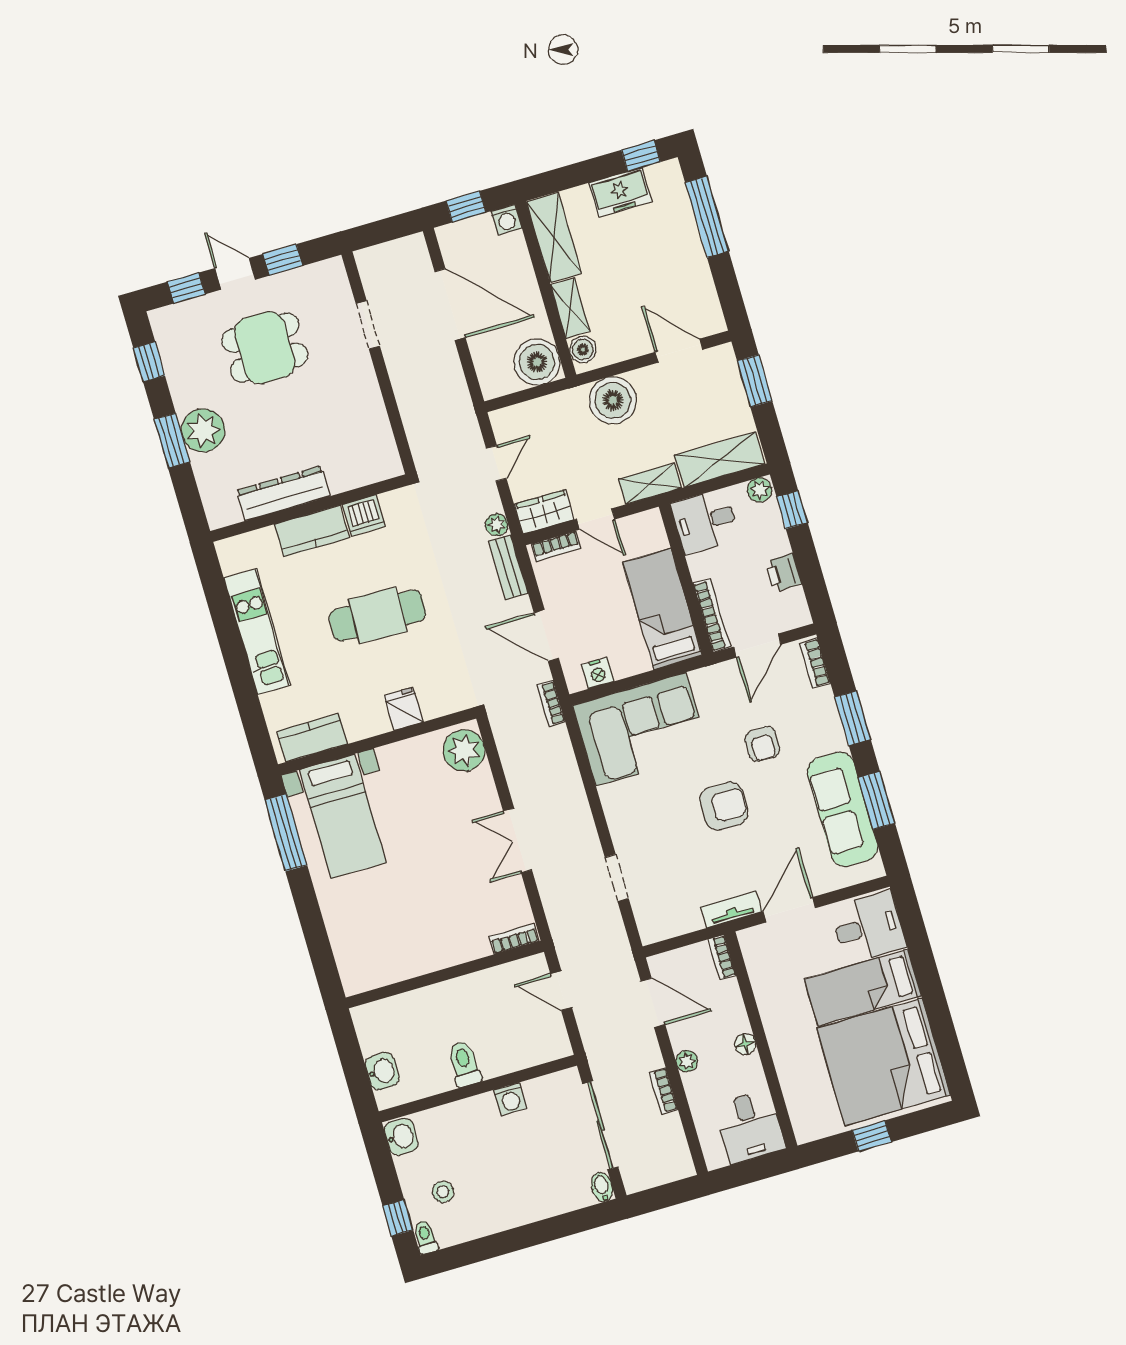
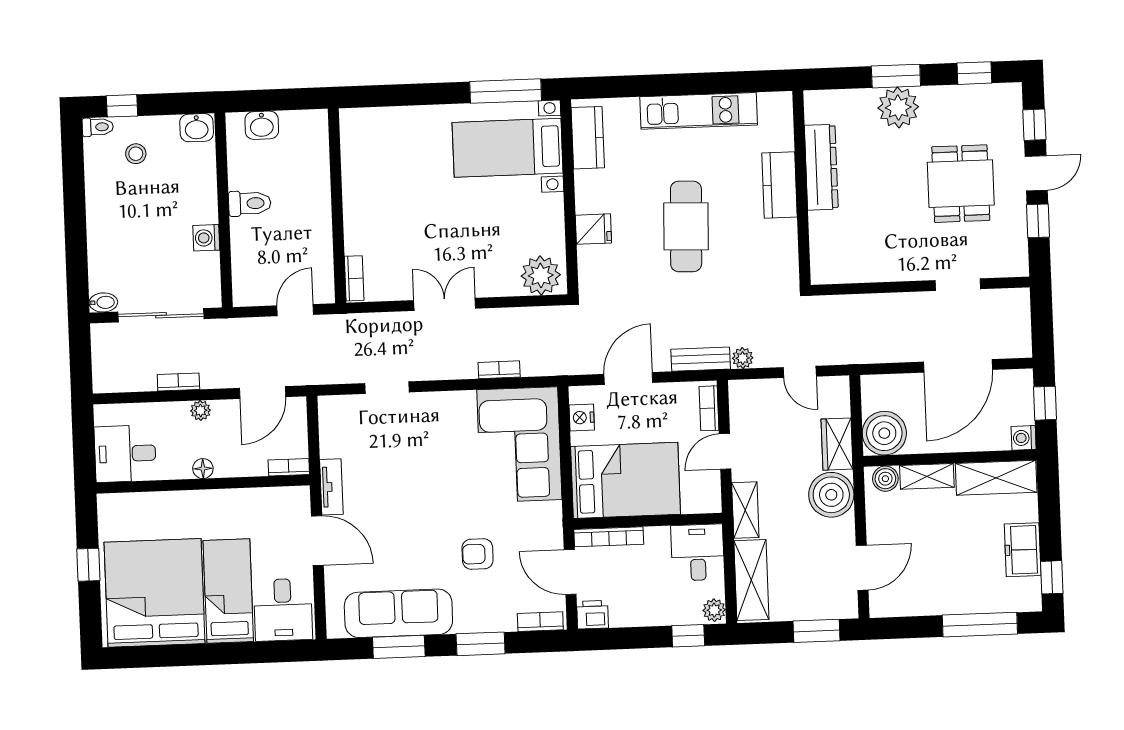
wardrobe: (544, 512) -> (837, 444), moved, turned 180
dishwasher: (364, 515) -> (782, 237), removed
printer: (783, 573) -> (593, 615), moved
bed: (662, 609) -> (626, 480), width x1.50
bookcase: (551, 703) -> (499, 370), moved
armchair: (724, 806) -> (429, 504), removed

